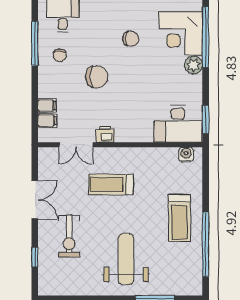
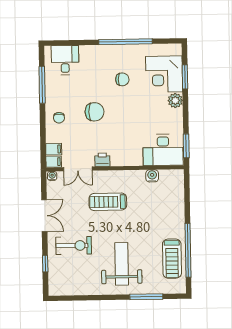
window: (206, 37) -> (185, 77), width x0.47
chair: (60, 55) -> (59, 118), moved
filing cabinet: (47, 106) -> (54, 162), moved
water cooler: (45, 153) -> (52, 176), added
water cooler: (186, 155) -> (152, 176), moved
treadmill: (179, 218) -> (172, 259), moved
exercise bike: (69, 236) -> (74, 246), turned -90

